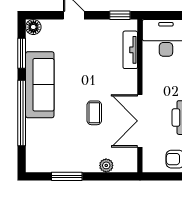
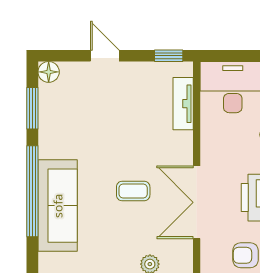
sofa: (40, 85) -> (58, 206), moved
coffee table: (94, 113) -> (133, 191), turned 90

